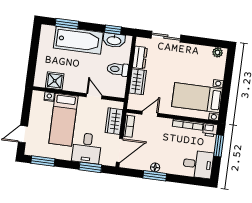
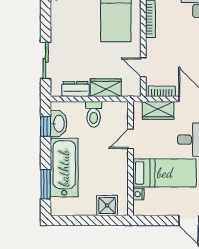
shower: (55, 81) -> (107, 205), moved

